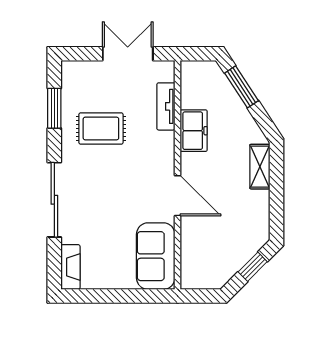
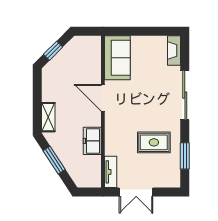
window: (241, 87) -> (54, 160), moved
tv unit: (166, 106) -> (111, 172), moved

